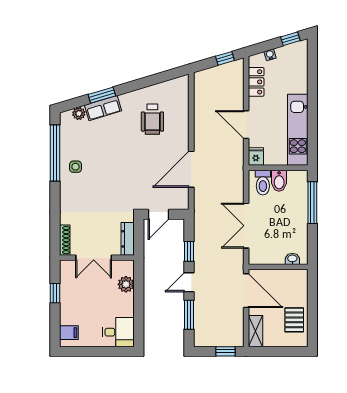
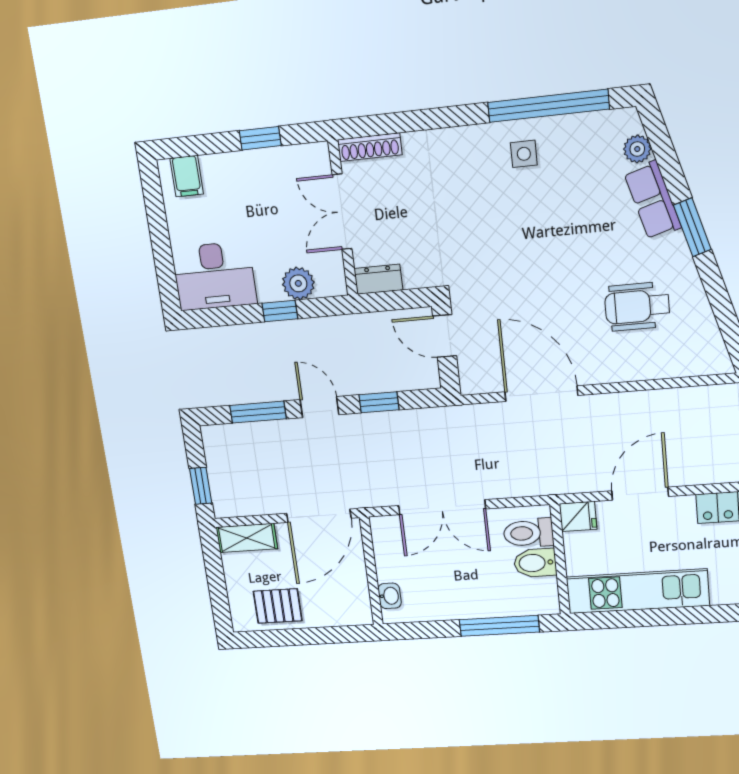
window: (102, 95) -> (692, 227), moved
double door: (246, 226) -> (442, 507), swing flipped
dresser: (128, 239) -> (378, 279), width x0.70
window: (139, 296) -> (280, 311), added
desk: (118, 332) -> (214, 276), width x1.37

